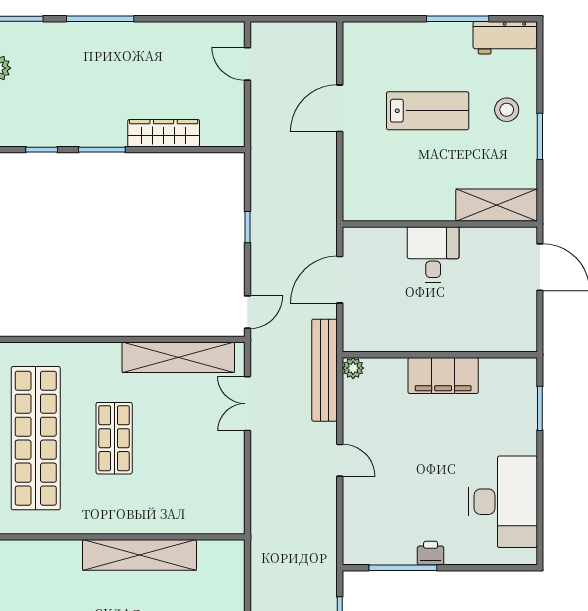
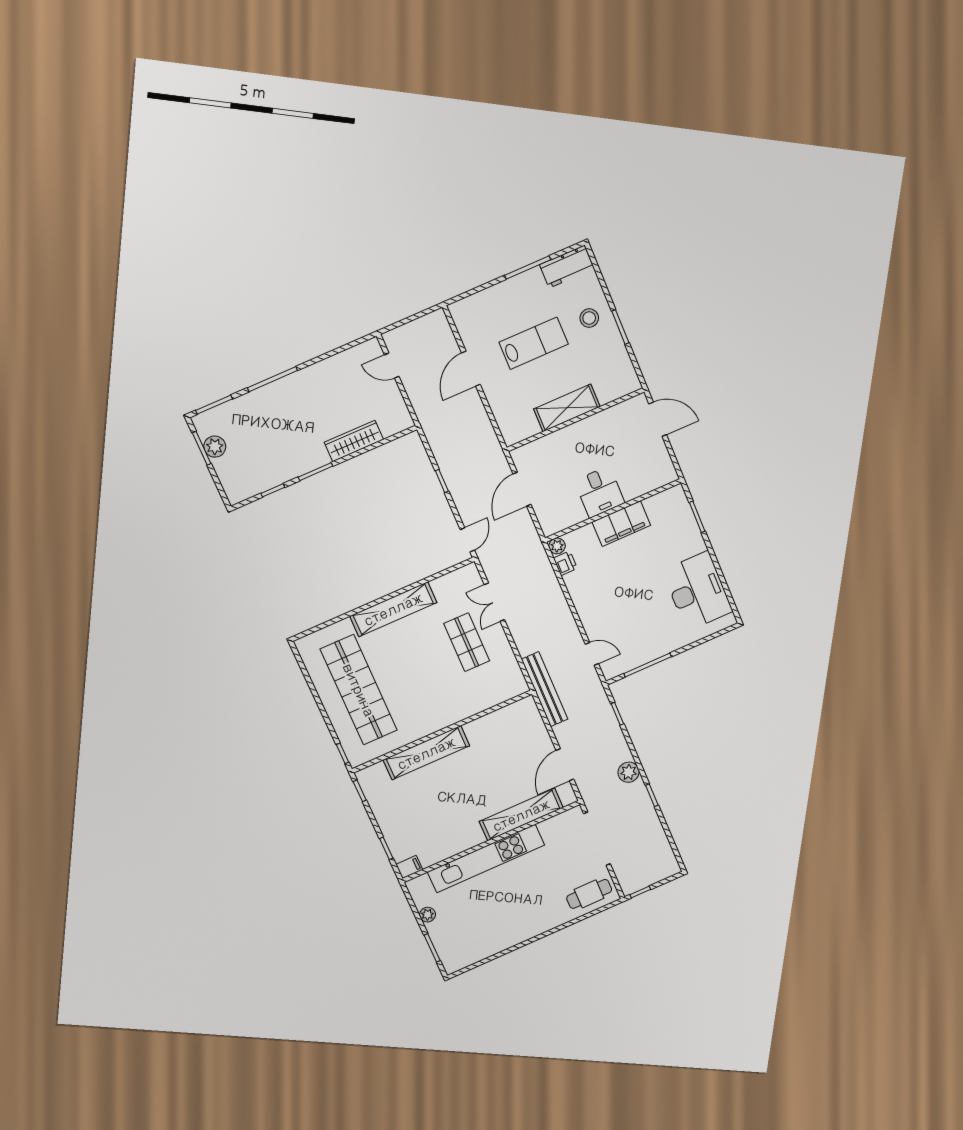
shelving: (497, 205) -> (567, 408), moved
desk: (433, 254) -> (599, 492), moved, turned 180
shelving: (178, 357) -> (393, 609), moved
bench: (324, 370) -> (545, 689), moved
shop shelf: (114, 438) -> (467, 642), moved
door: (340, 460) -> (592, 654), moved
printer: (431, 553) -> (565, 563), moved, turned 90
shelving: (139, 555) -> (426, 753), moved

